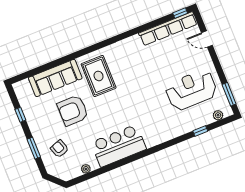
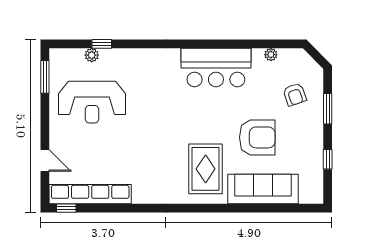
plant: (218, 115) -> (92, 55), moved

